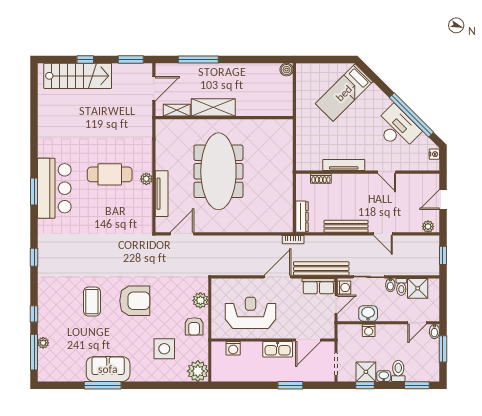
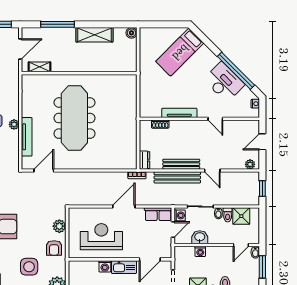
shelving: (213, 107) -> (94, 35), moved
dresser: (302, 217) -> (144, 160), width x0.70
bench: (321, 269) -> (177, 177), moved
washing machine: (233, 348) -> (105, 266), moved

